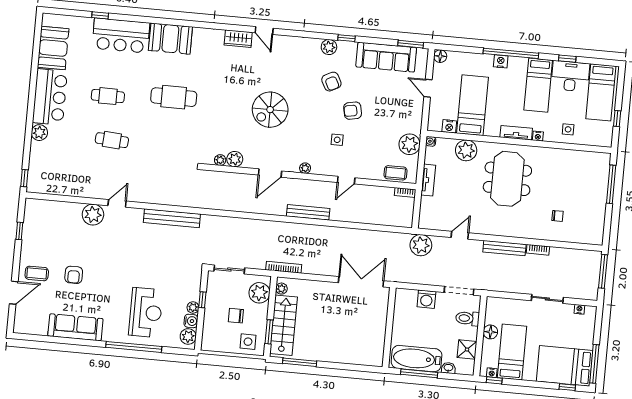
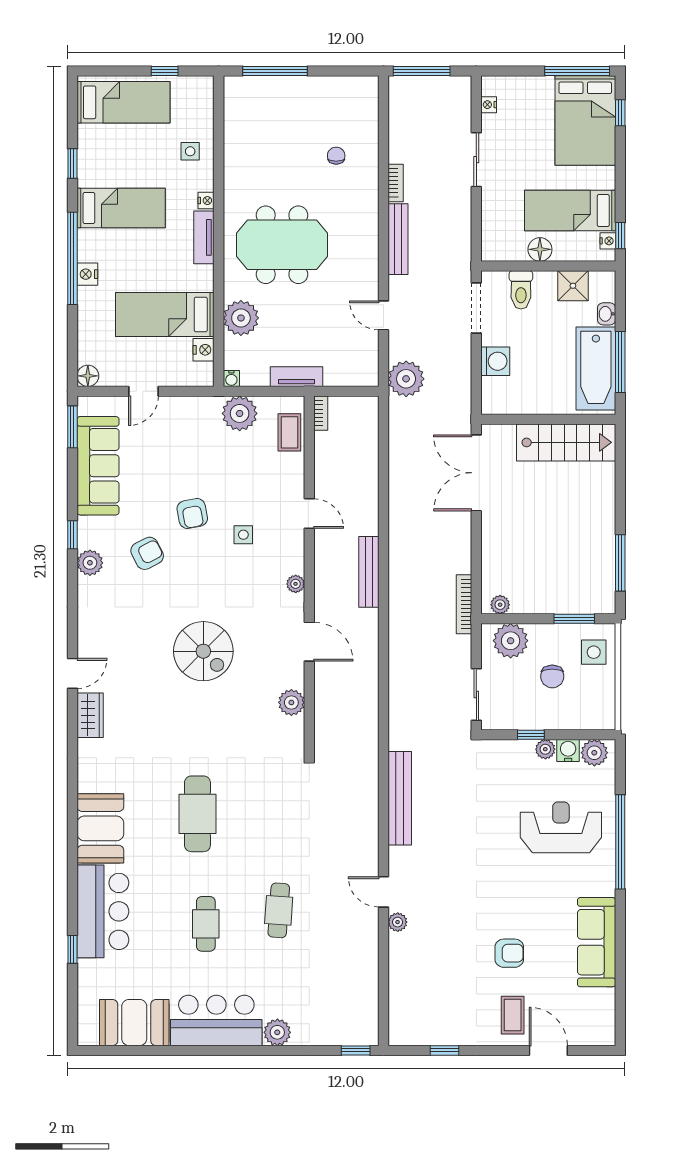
desk: (570, 76) -> (101, 156), removed
plant: (220, 160) -> (295, 727), removed
plant: (93, 215) -> (398, 922), width x0.53, depth x0.53
stairs: (284, 325) -> (566, 442), moved, turned 180

